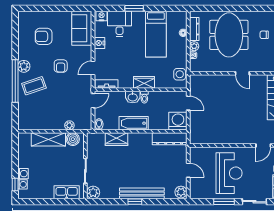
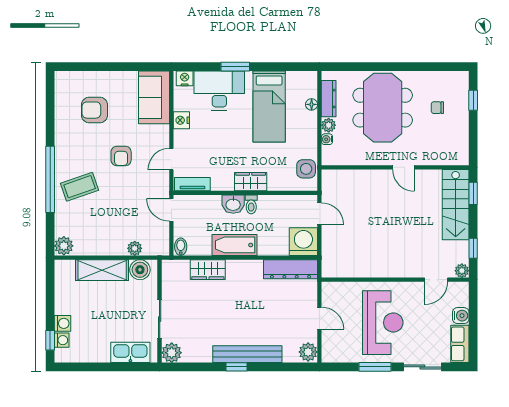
desk: (119, 24) -> (219, 91), width x1.37
plant: (24, 66) -> (64, 246), moved
door: (93, 101) -> (171, 210), swing flipped

